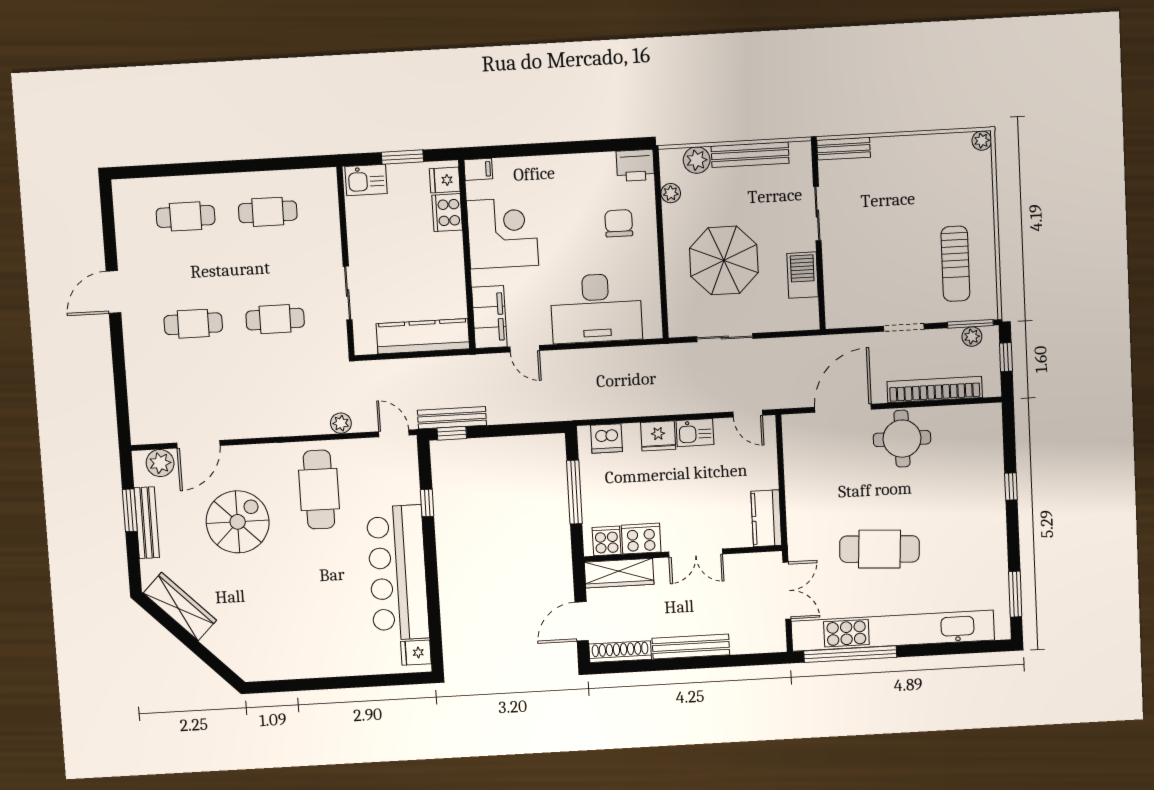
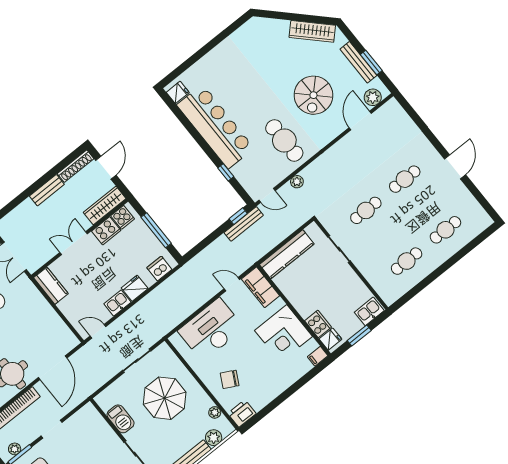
chair: (619, 223) -> (230, 379), turned 118
bench: (691, 647) -> (47, 190), width x0.73

